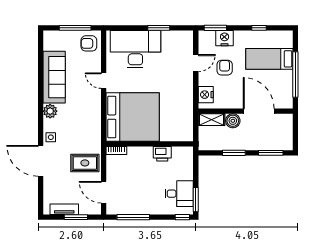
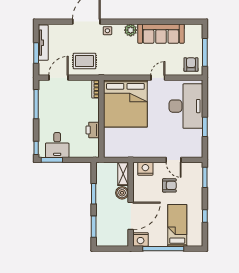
nightstand: (225, 38) -> (141, 239), moved, turned 90
rug: (85, 163) -> (85, 61), turned 90
tv unit: (64, 209) -> (43, 43), width x1.41

